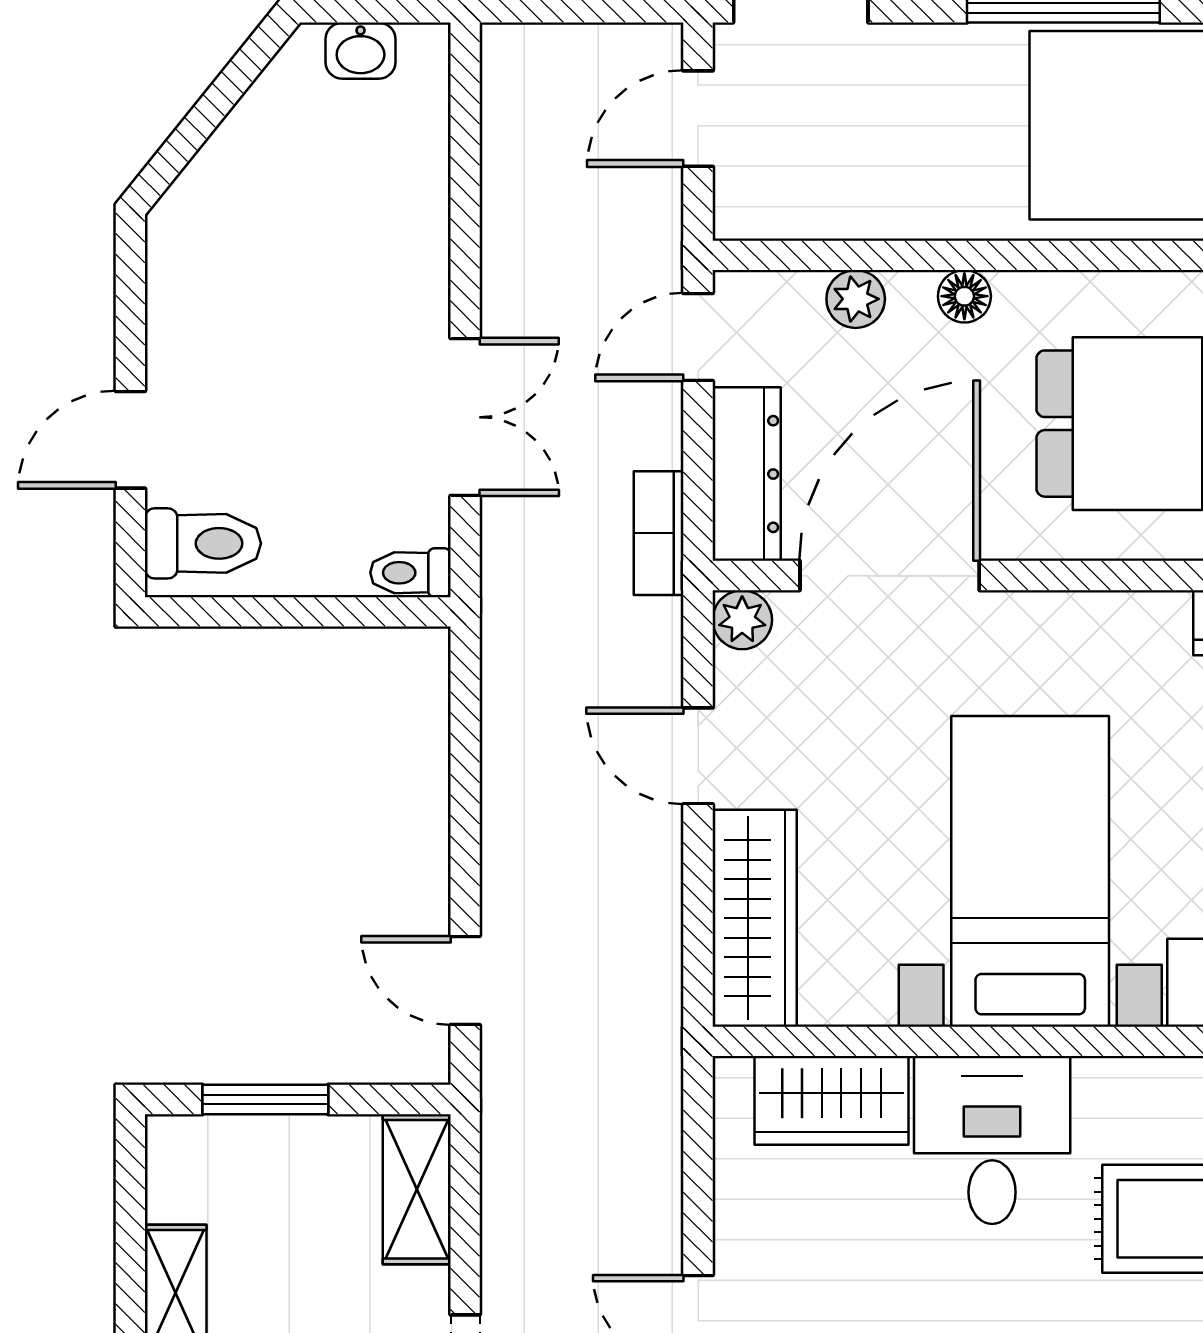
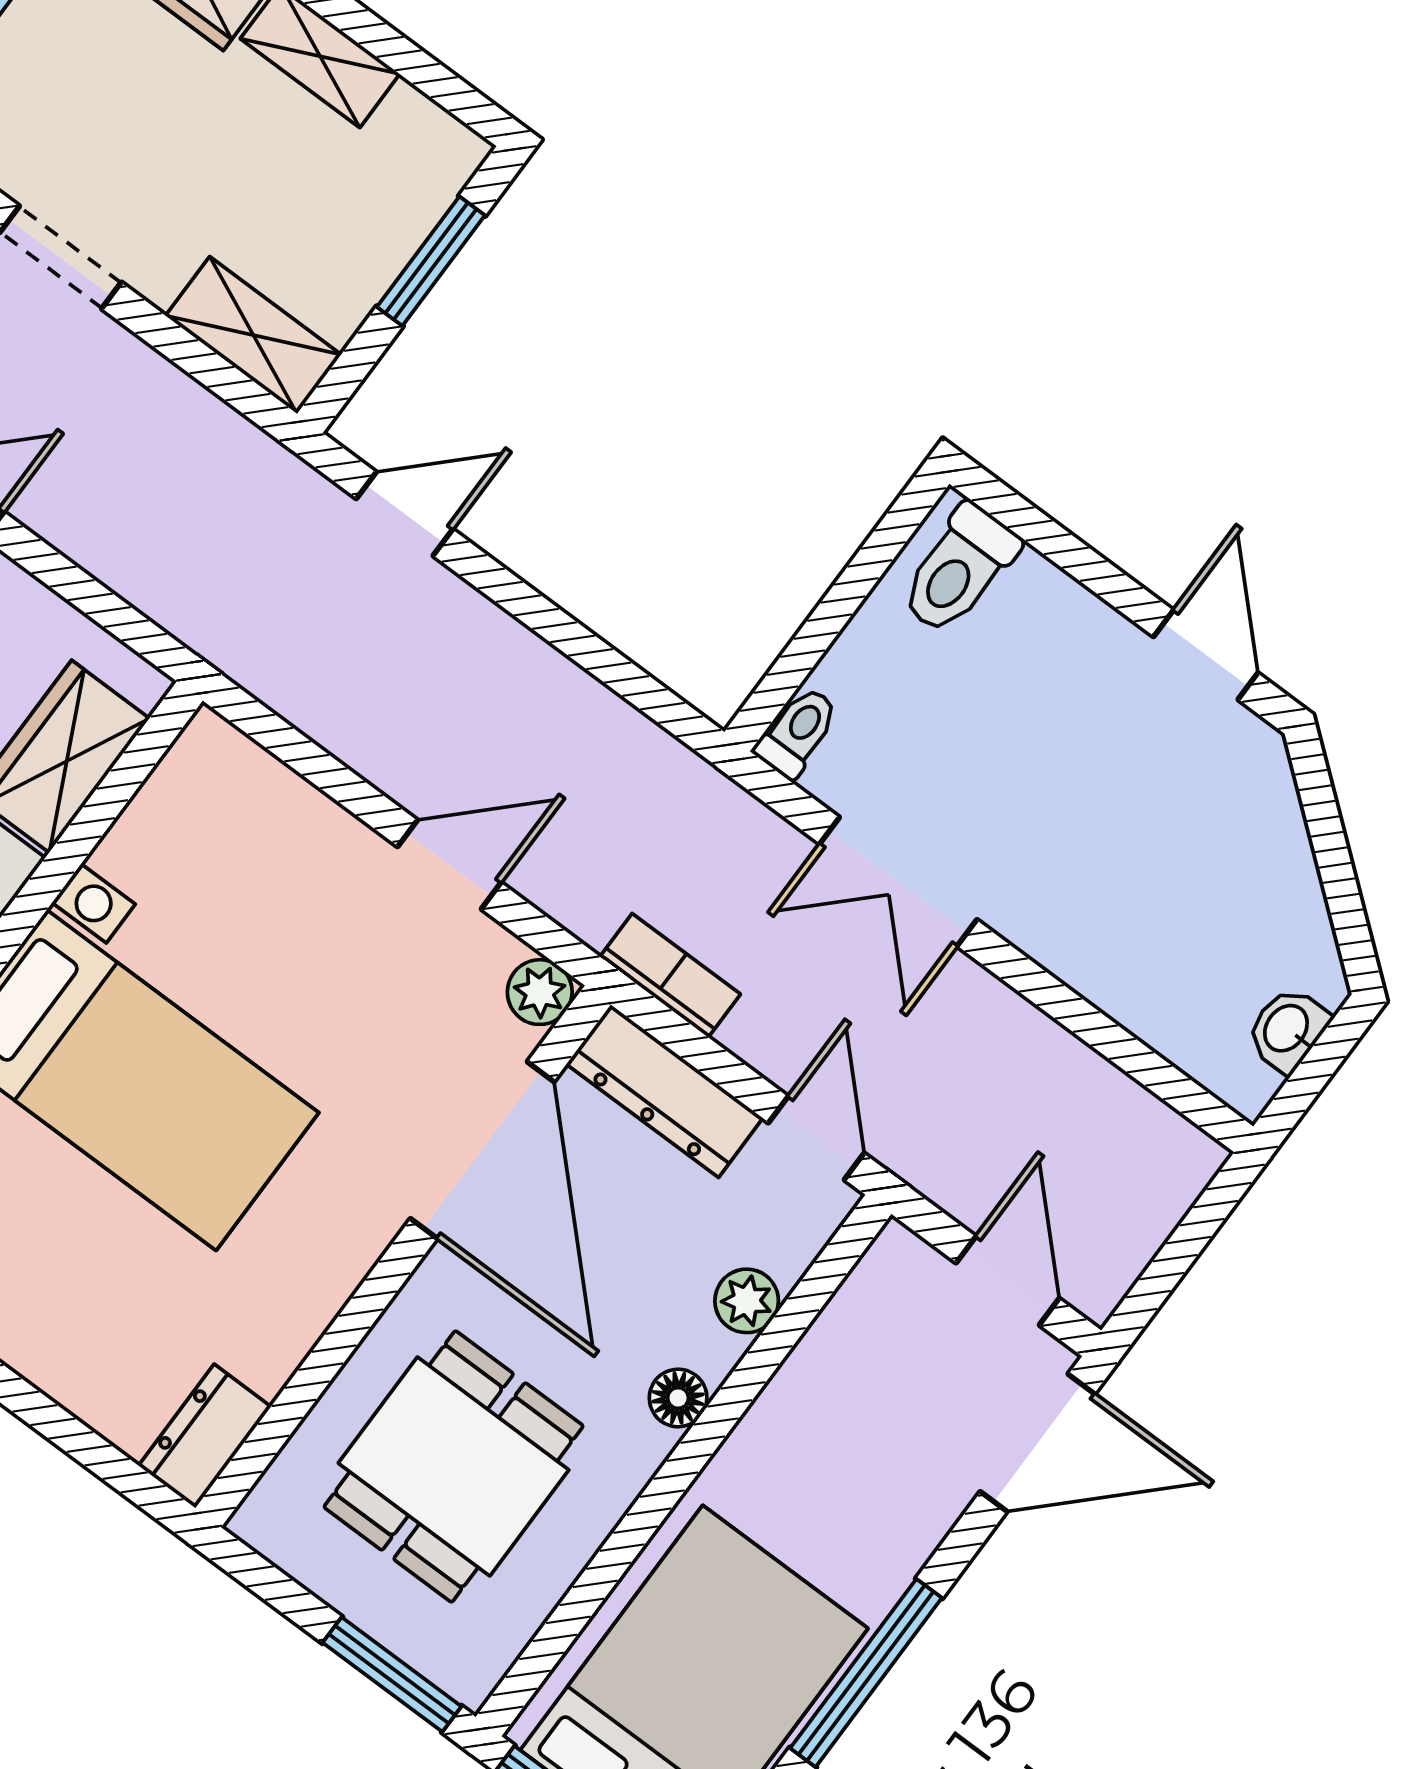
door: (130, 440) -> (1206, 655), moved
wardrobe: (755, 918) -> (270, 808), removed

